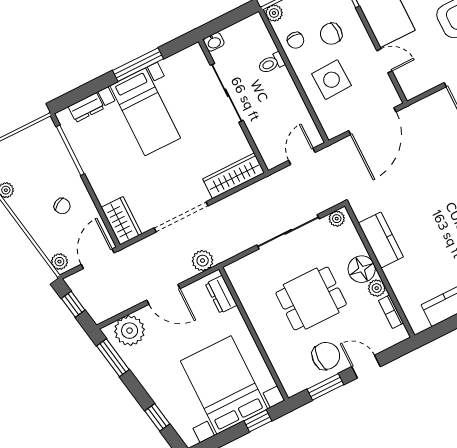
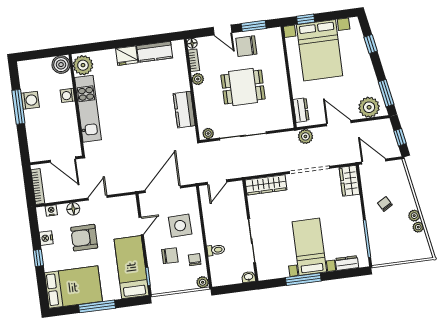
door: (384, 61) -> (141, 226), swing flipped
door: (98, 259) -> (374, 161), swing flipped
plant: (59, 262) -> (414, 216), moved
floor lamp: (362, 269) -> (192, 43), moved, width x0.53, depth x0.53

